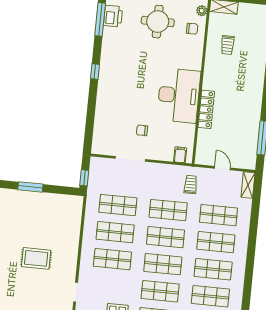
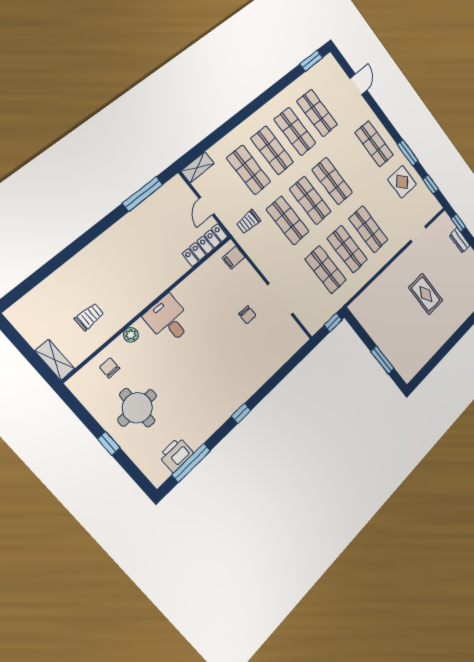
plant: (202, 11) -> (131, 335), moved
desk: (179, 95) -> (168, 320), width x0.53, depth x0.77
locker: (206, 109) -> (205, 245), moved
shop shelf: (160, 291) -> (353, 162), removed

